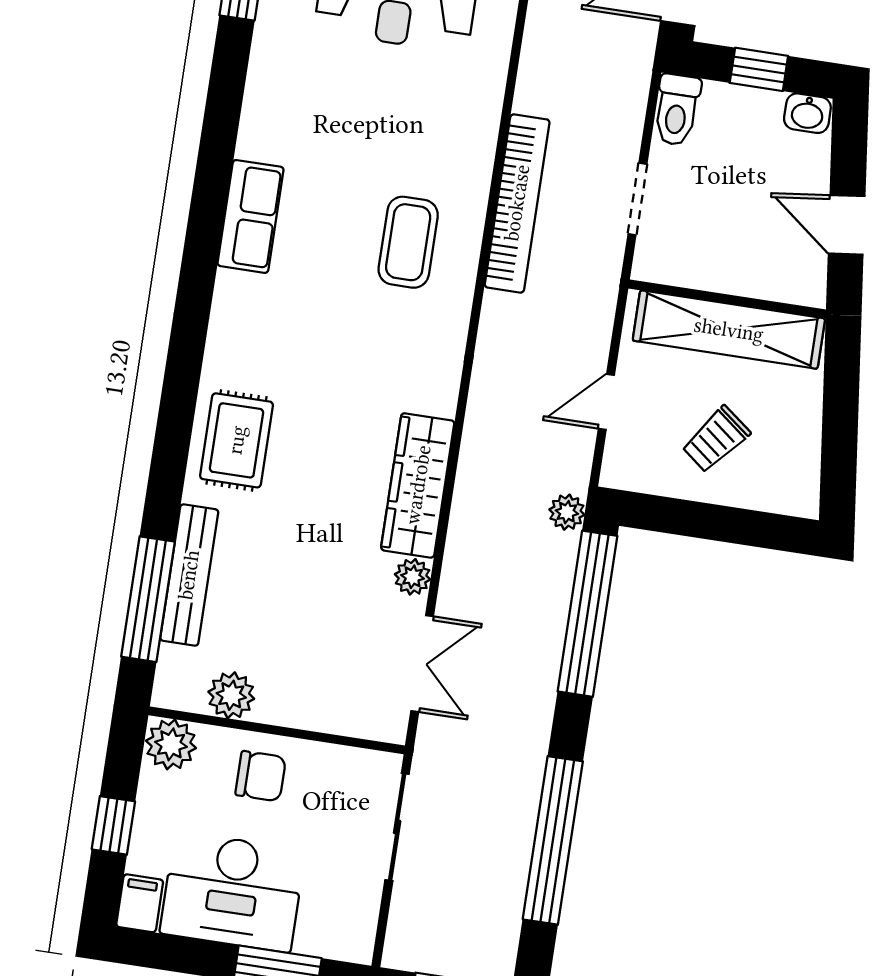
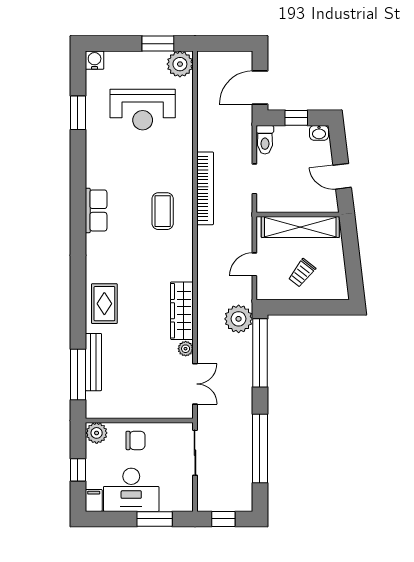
plant: (567, 512) -> (239, 319), width x1.88, depth x1.88
plant: (231, 695) -> (118, 409), removed

